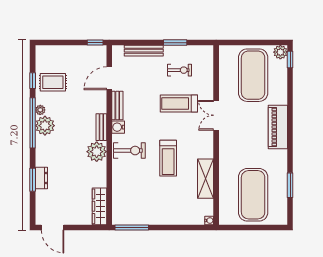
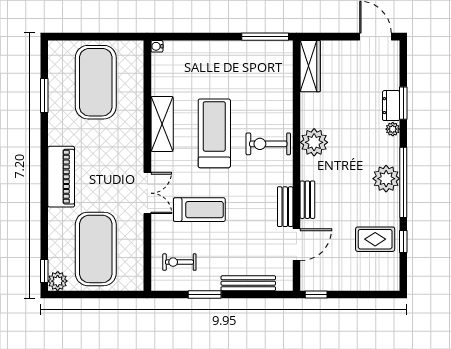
exercise bike: (179, 70) -> (179, 262), moved
plant: (40, 110) -> (393, 129), moved
bench: (101, 127) -> (307, 200), moved
water cooler: (118, 127) -> (284, 176), removed
treadmill: (168, 158) -> (214, 133), width x1.37, depth x1.38
shelving: (206, 179) -> (162, 124), moved

